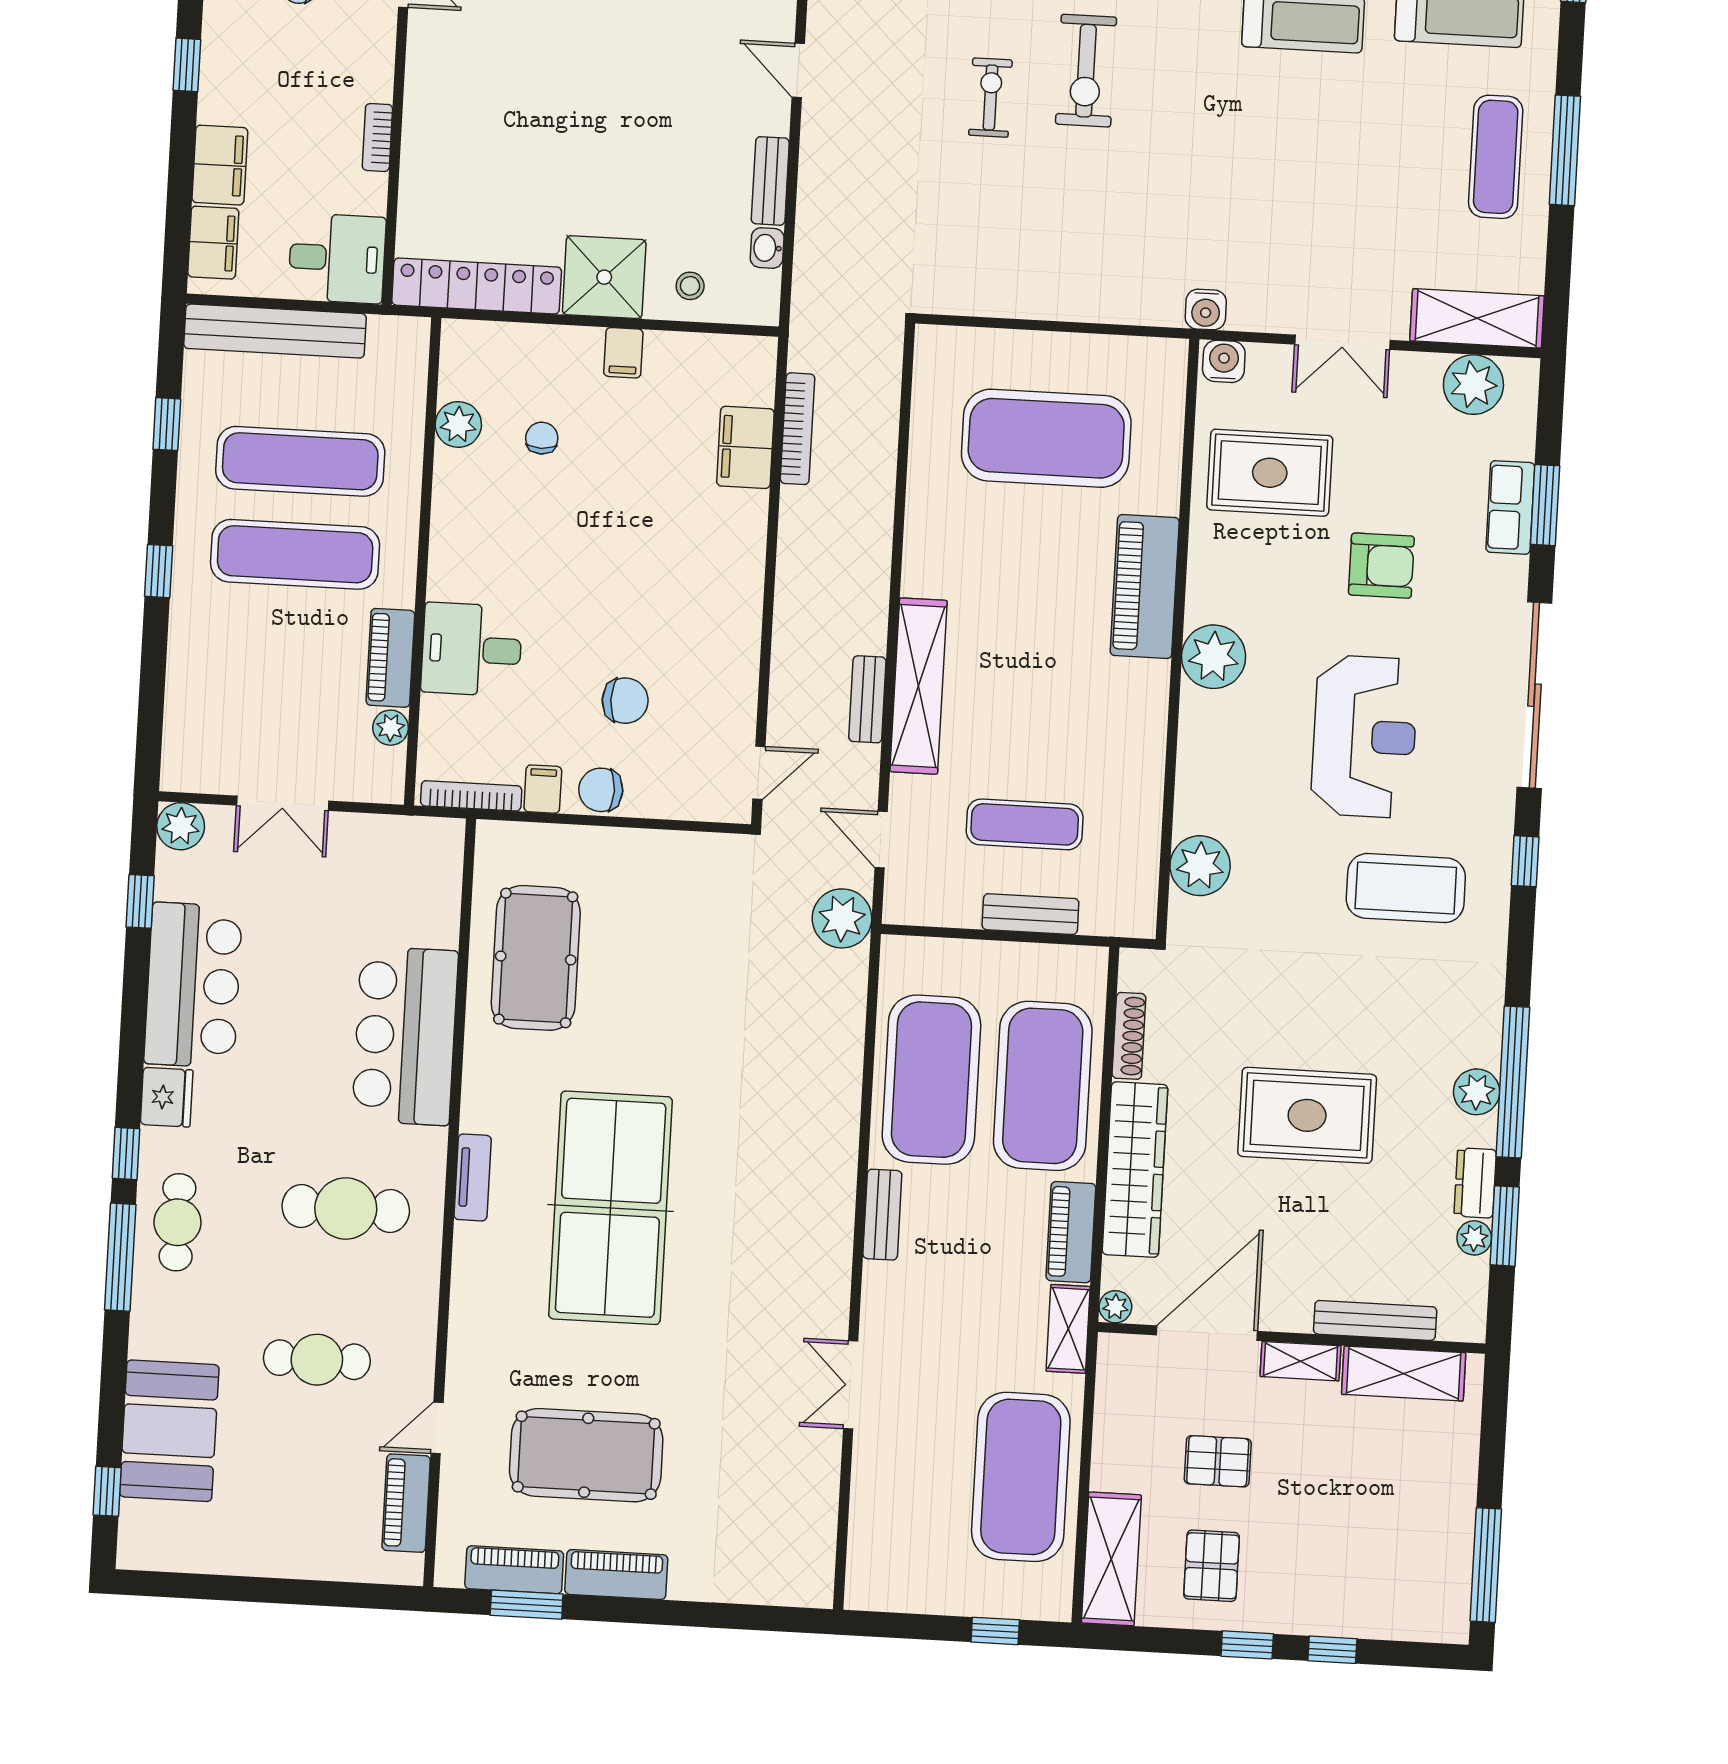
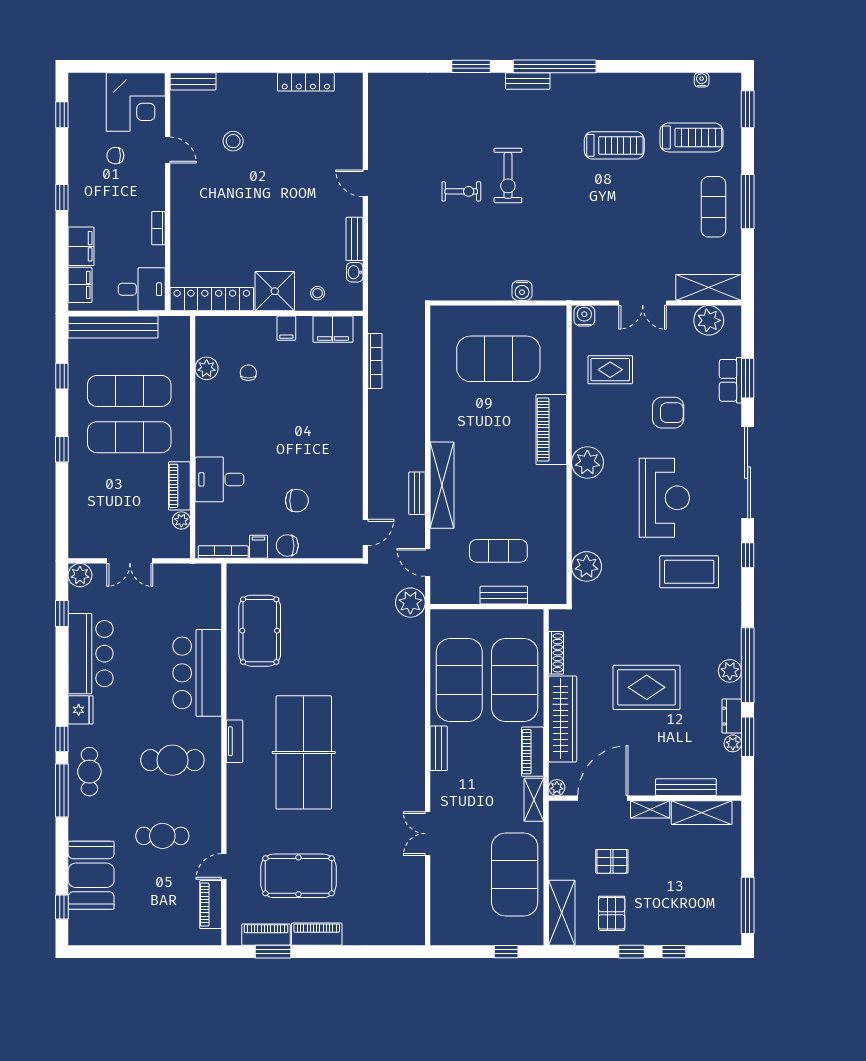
exercise bike: (990, 98) -> (461, 191), turned 90
water cooler: (1206, 310) -> (522, 291), moved
filing cabinet: (745, 447) -> (333, 329), moved, turned -90
rug: (1270, 473) -> (610, 370), width x0.73, depth x0.70

